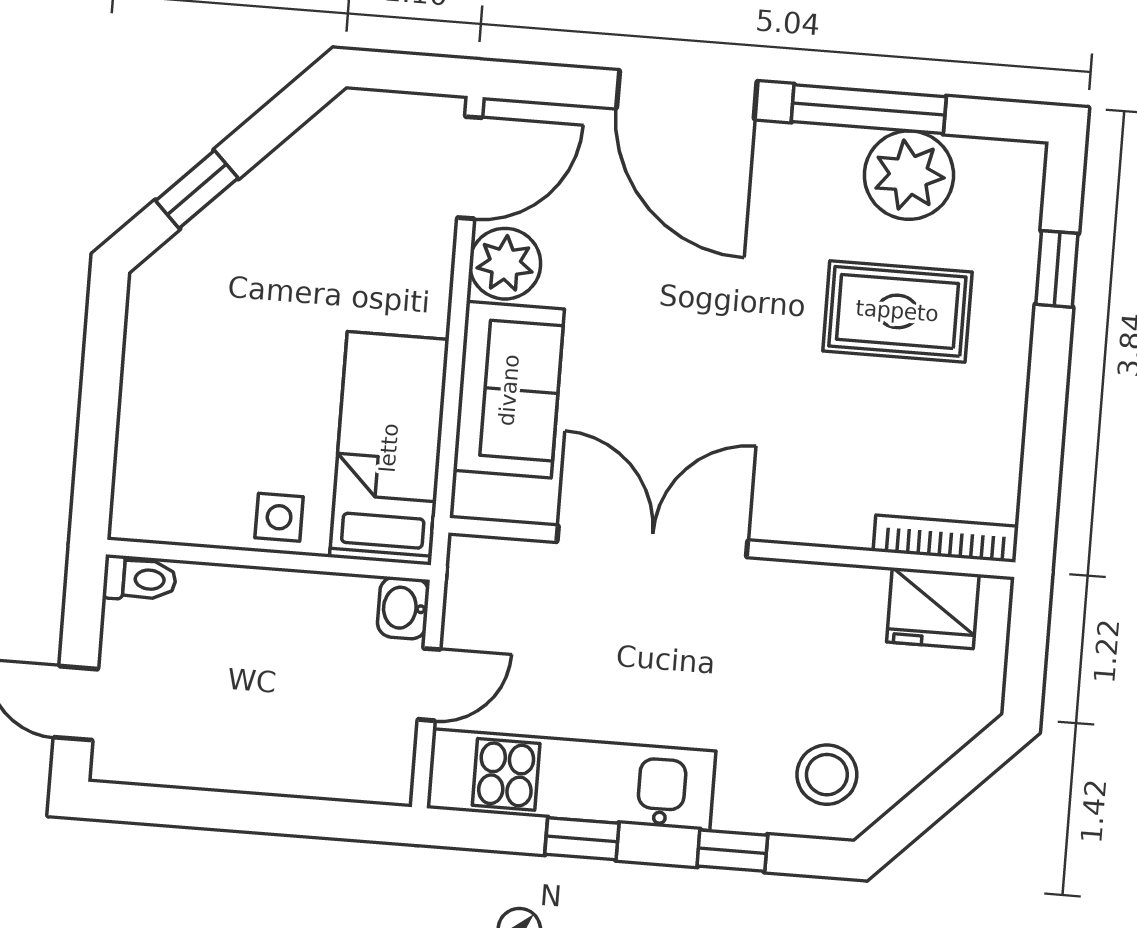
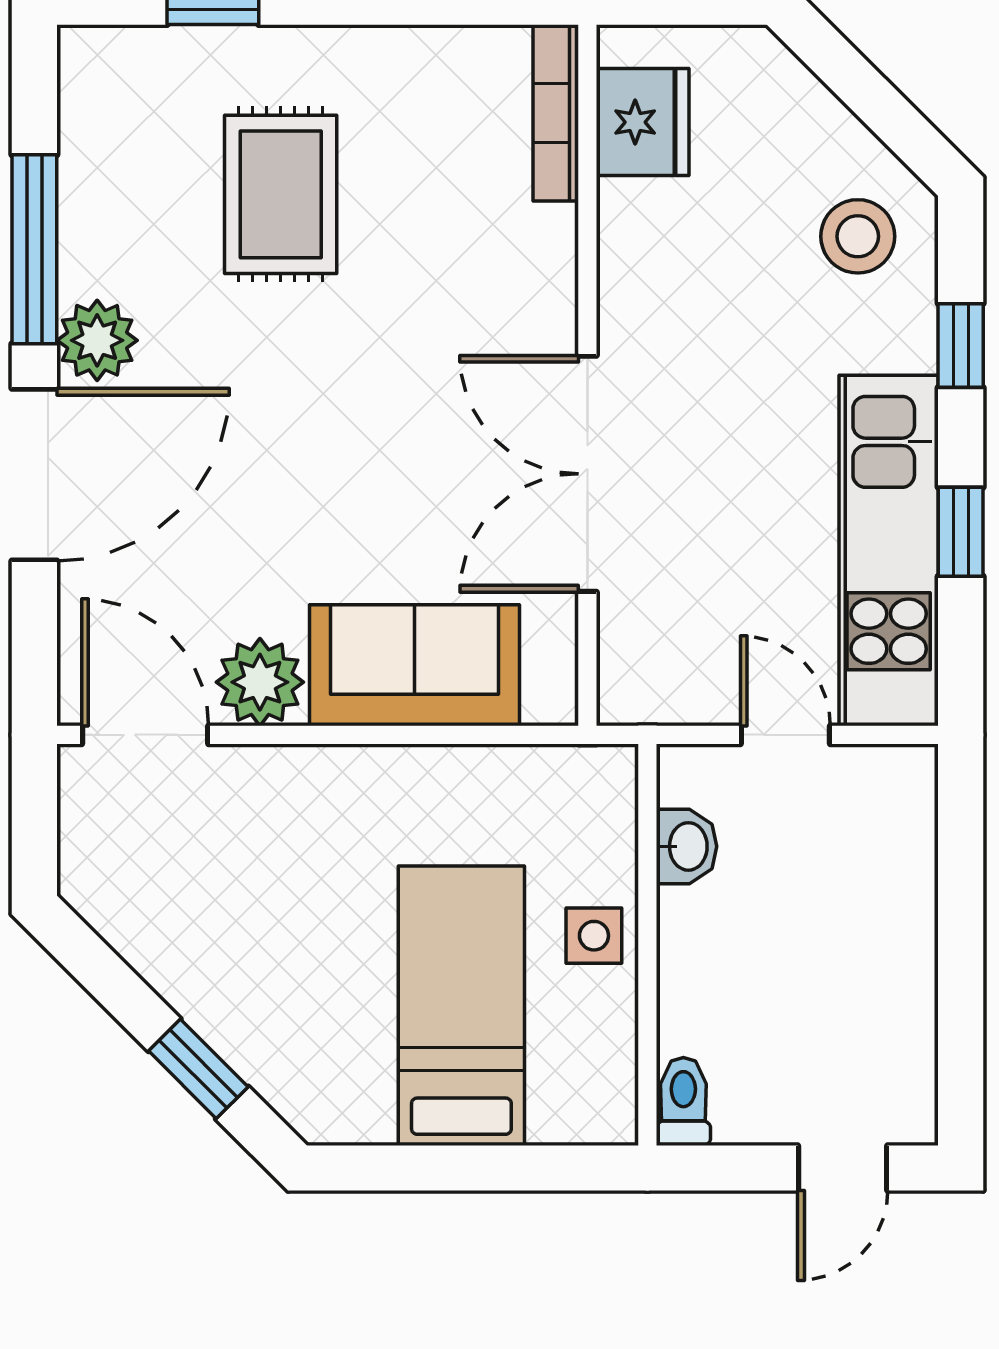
plant: (909, 175) -> (97, 340), moved, width x0.73, depth x0.73
bed: (389, 448) -> (461, 1006), moved, turned 90
washbasin: (403, 608) -> (686, 846), moved, turned -90

